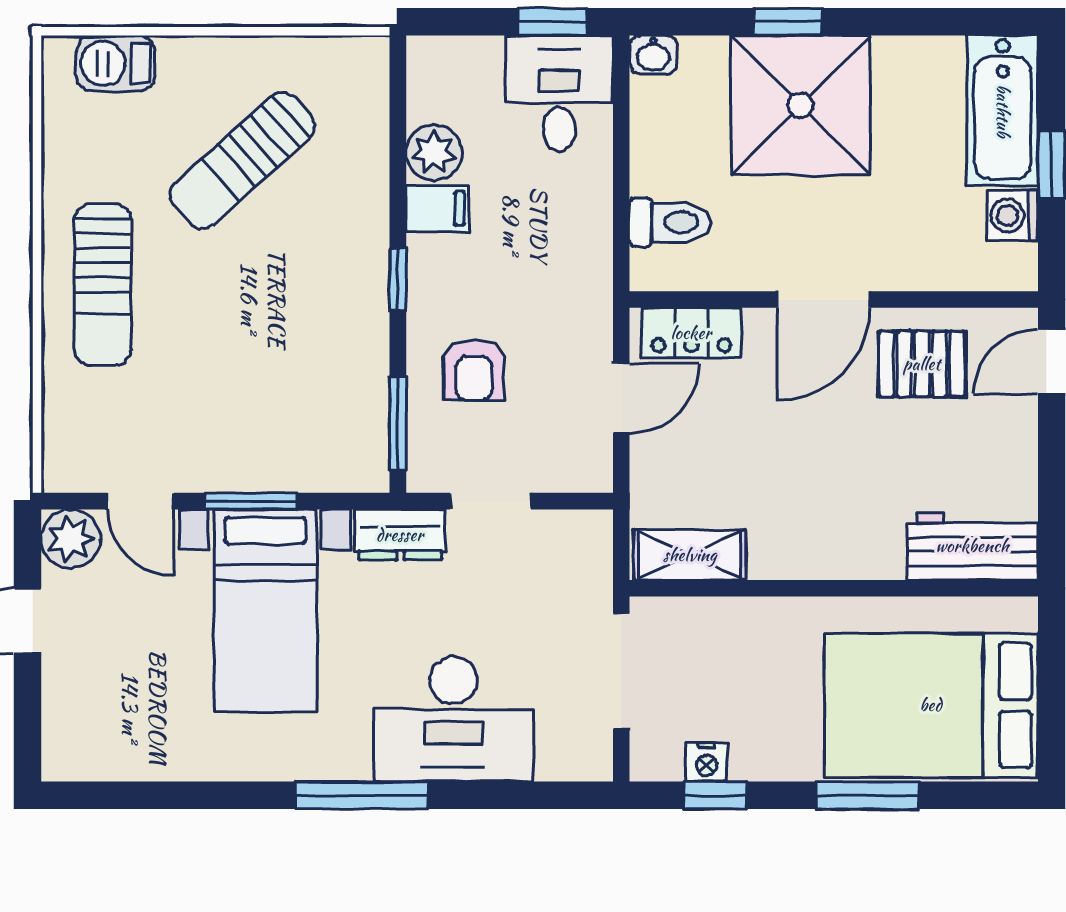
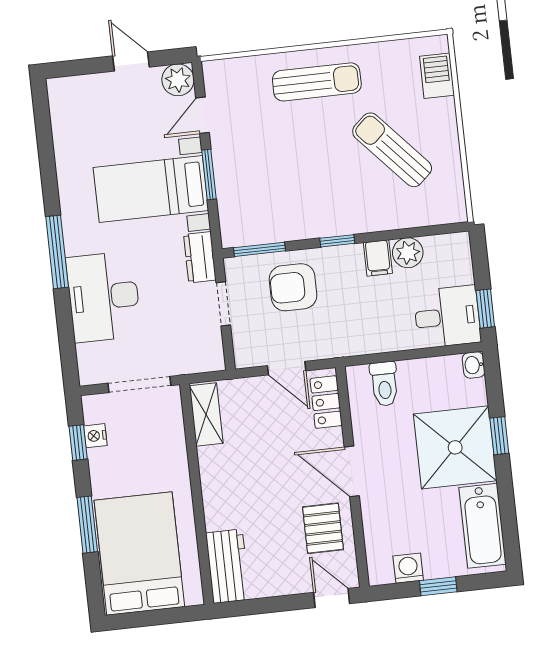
bathtub: (1003, 111) -> (483, 526), moved, turned -90
sun lounger: (103, 285) -> (317, 82), turned 180
armchair: (474, 370) -> (293, 287), width x1.38, depth x1.38

